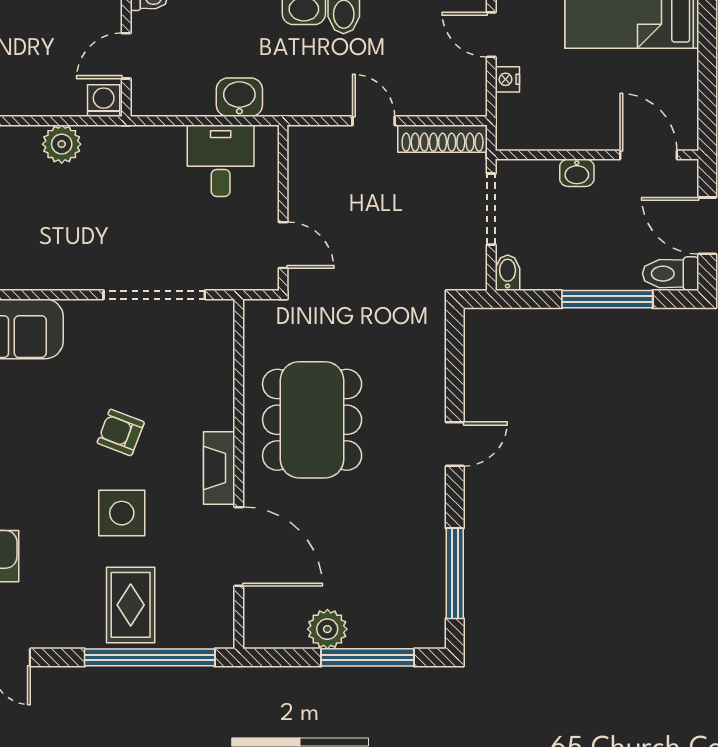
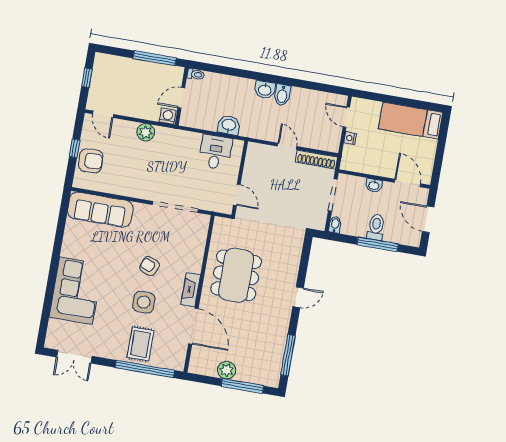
toilet: (671, 274) -> (376, 227), moved, turned 90

